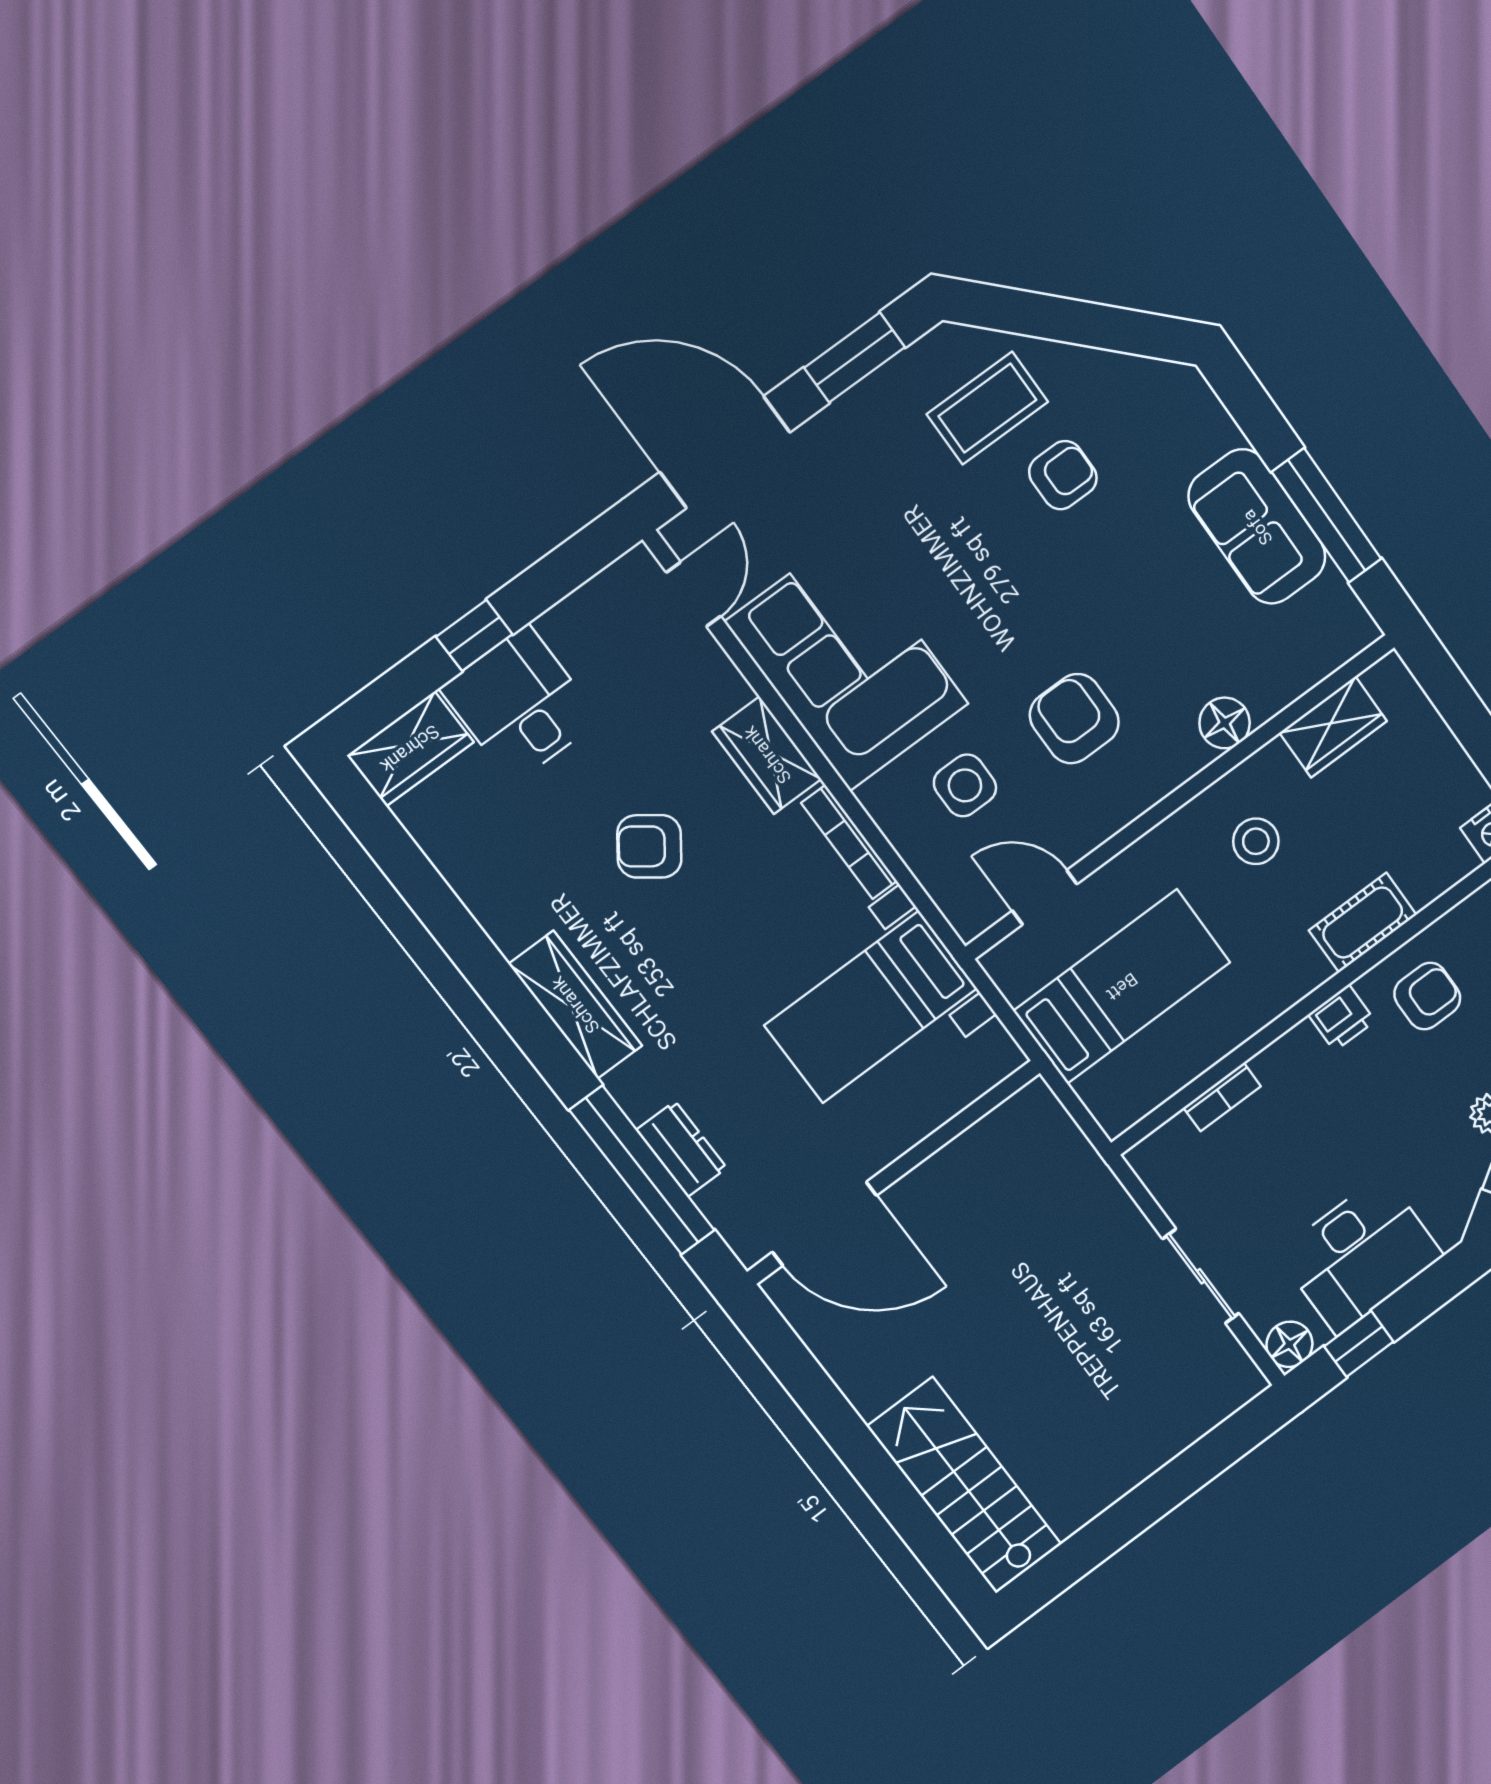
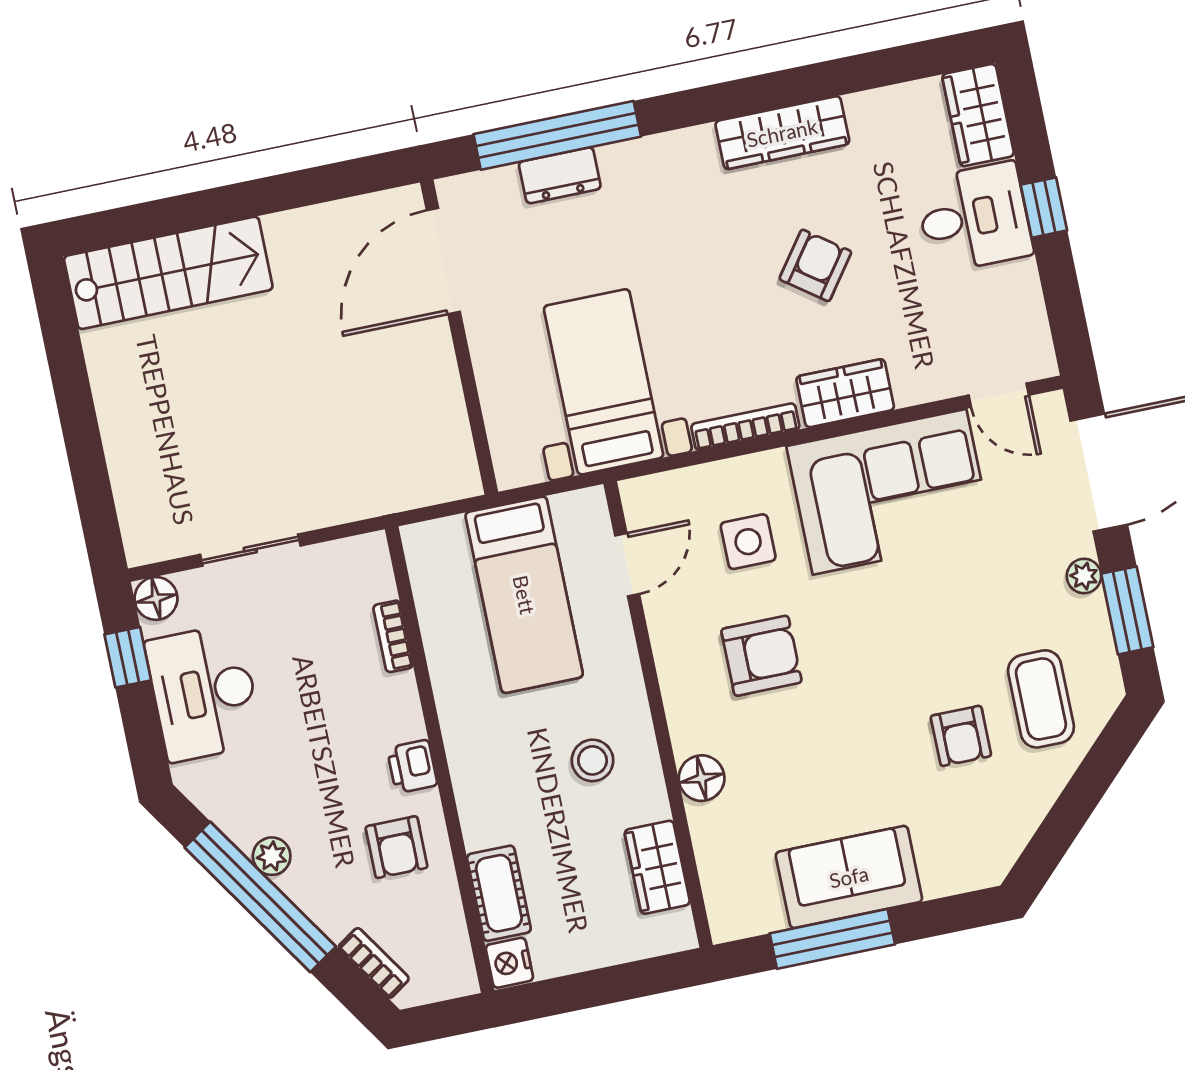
plant: (840, 420) -> (1084, 576), added
cot: (1363, 923) -> (499, 893), moved
wardrobe: (575, 1005) -> (782, 133), moved

